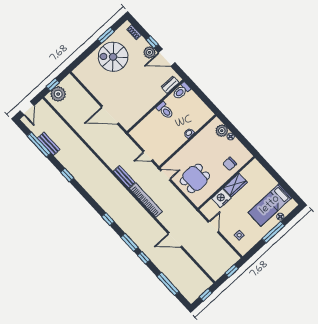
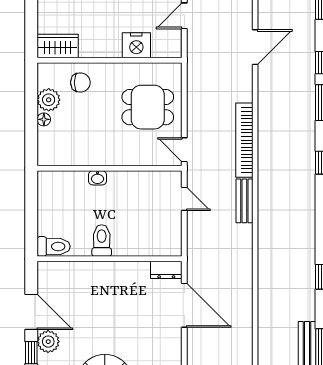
dresser: (170, 85) -> (166, 270), moved
plant: (222, 131) -> (49, 100), moved
wardrobe: (235, 185) -> (58, 46), moved
door: (175, 240) -> (255, 47), hinge flipped

